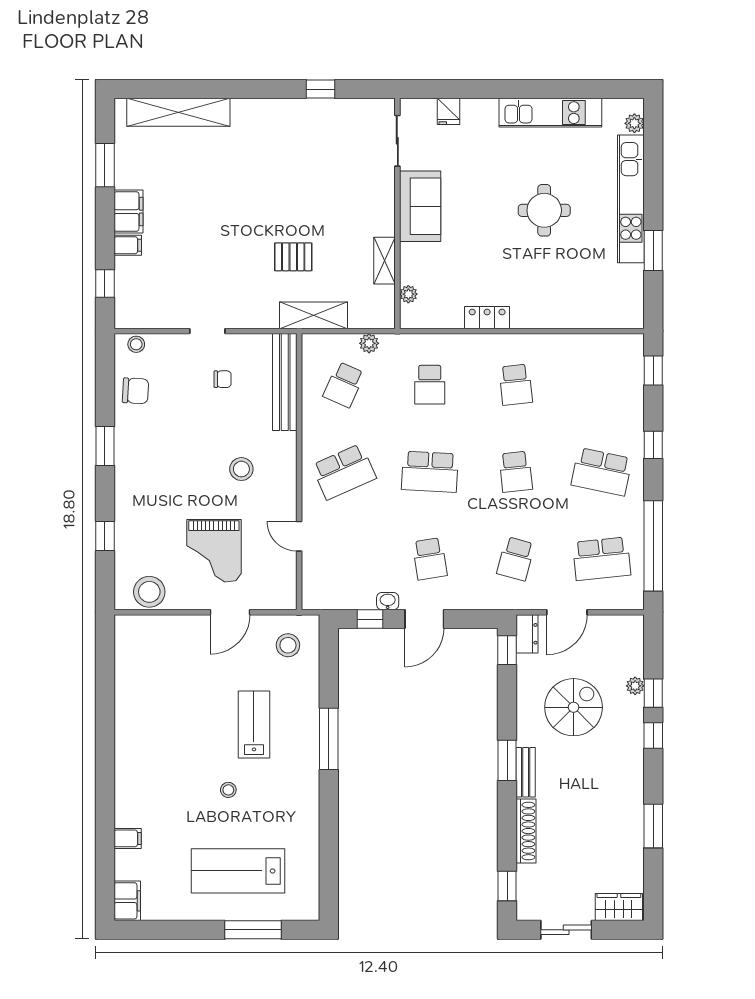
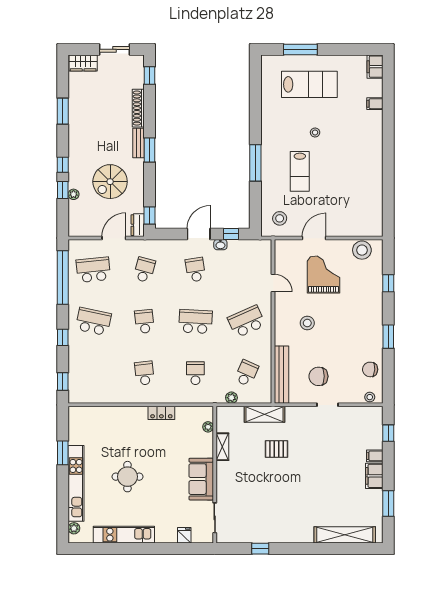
chair: (223, 379) -> (318, 376), width x1.87, depth x1.87

